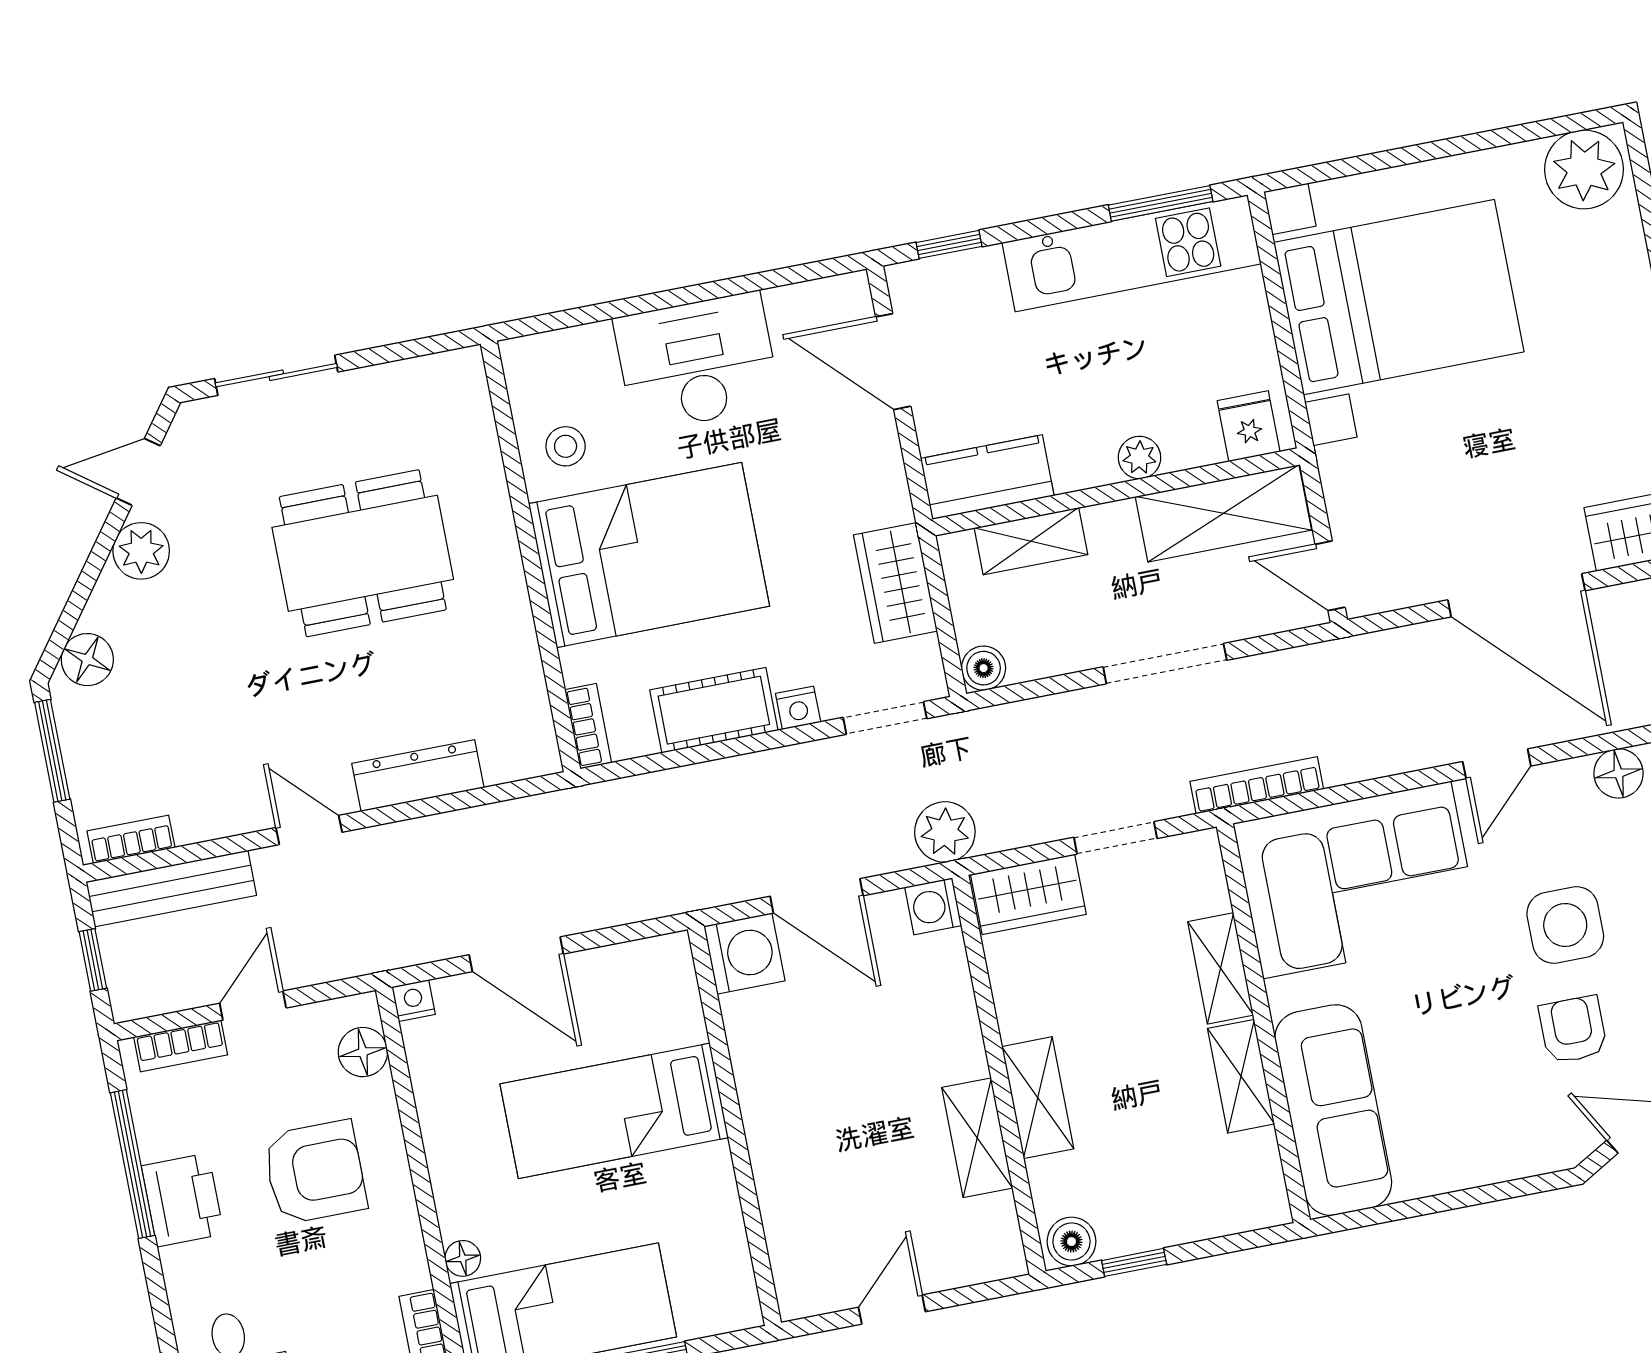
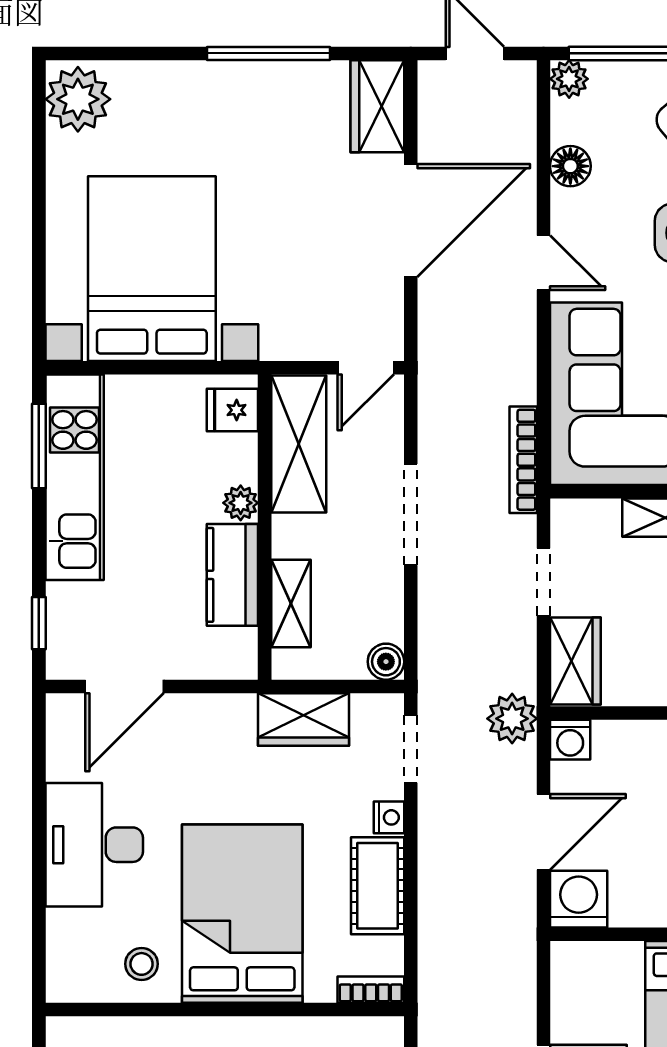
kitchen counter: (987, 477) -> (232, 575), moved

